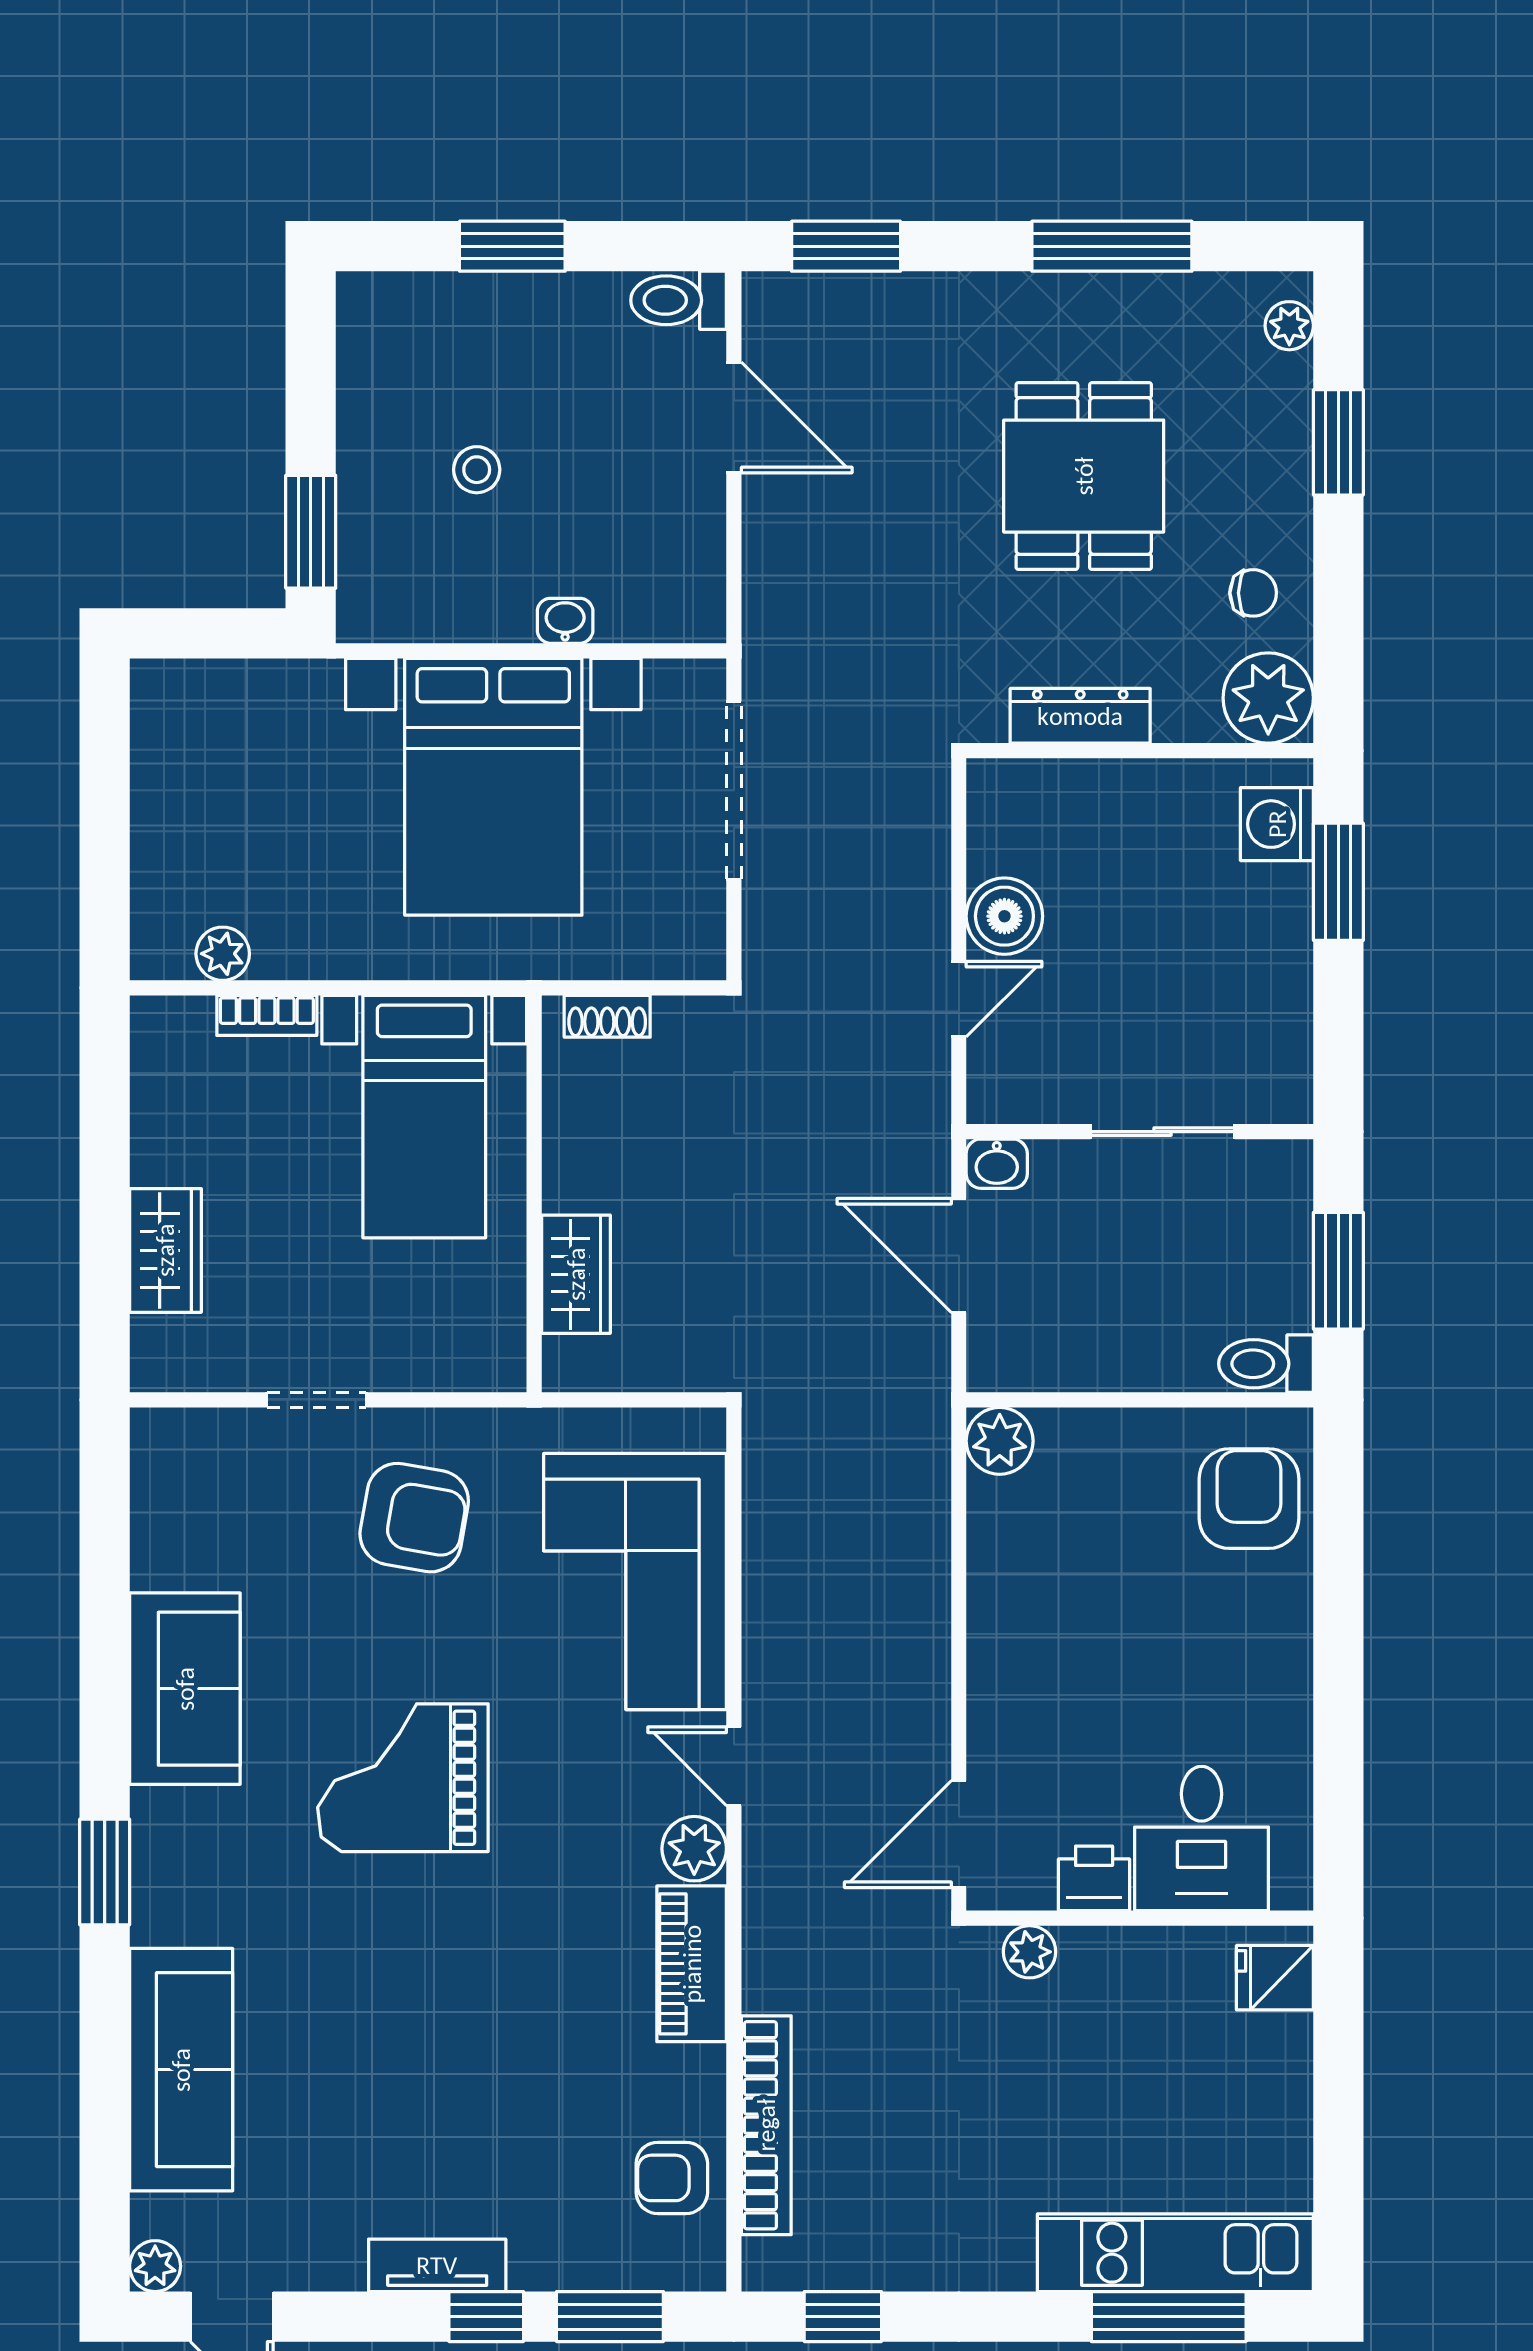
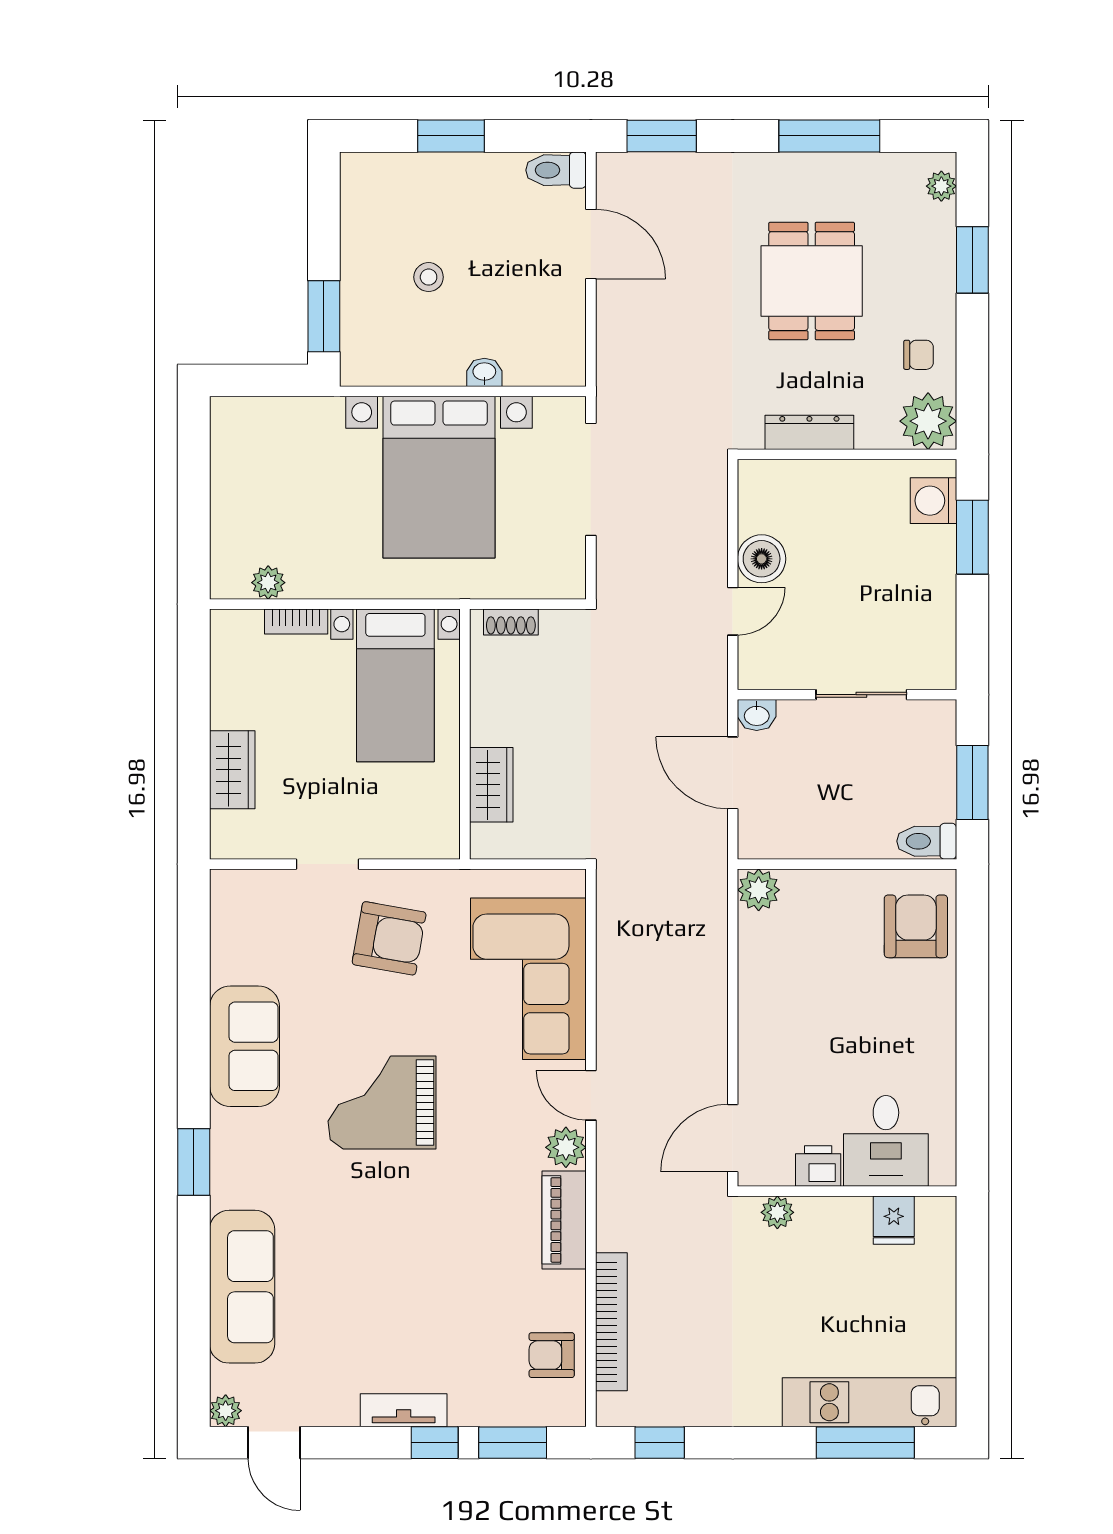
fridge: (1275, 1978) -> (894, 1220), moved, turned -90

